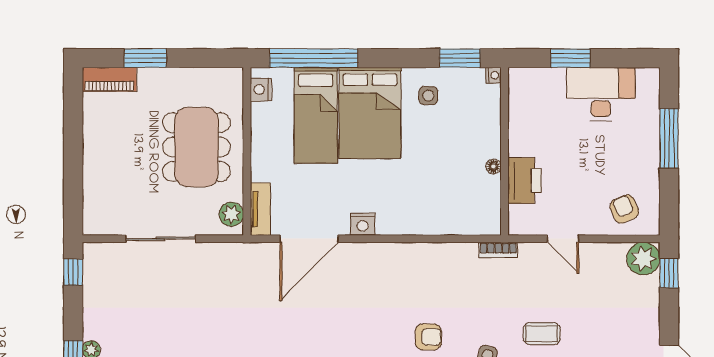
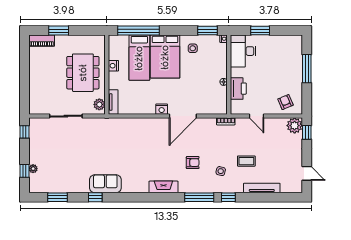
nightstand: (261, 90) -> (113, 66), moved
desk: (601, 94) -> (243, 51), moved, turned -90
door: (309, 239) -> (183, 116), moved

